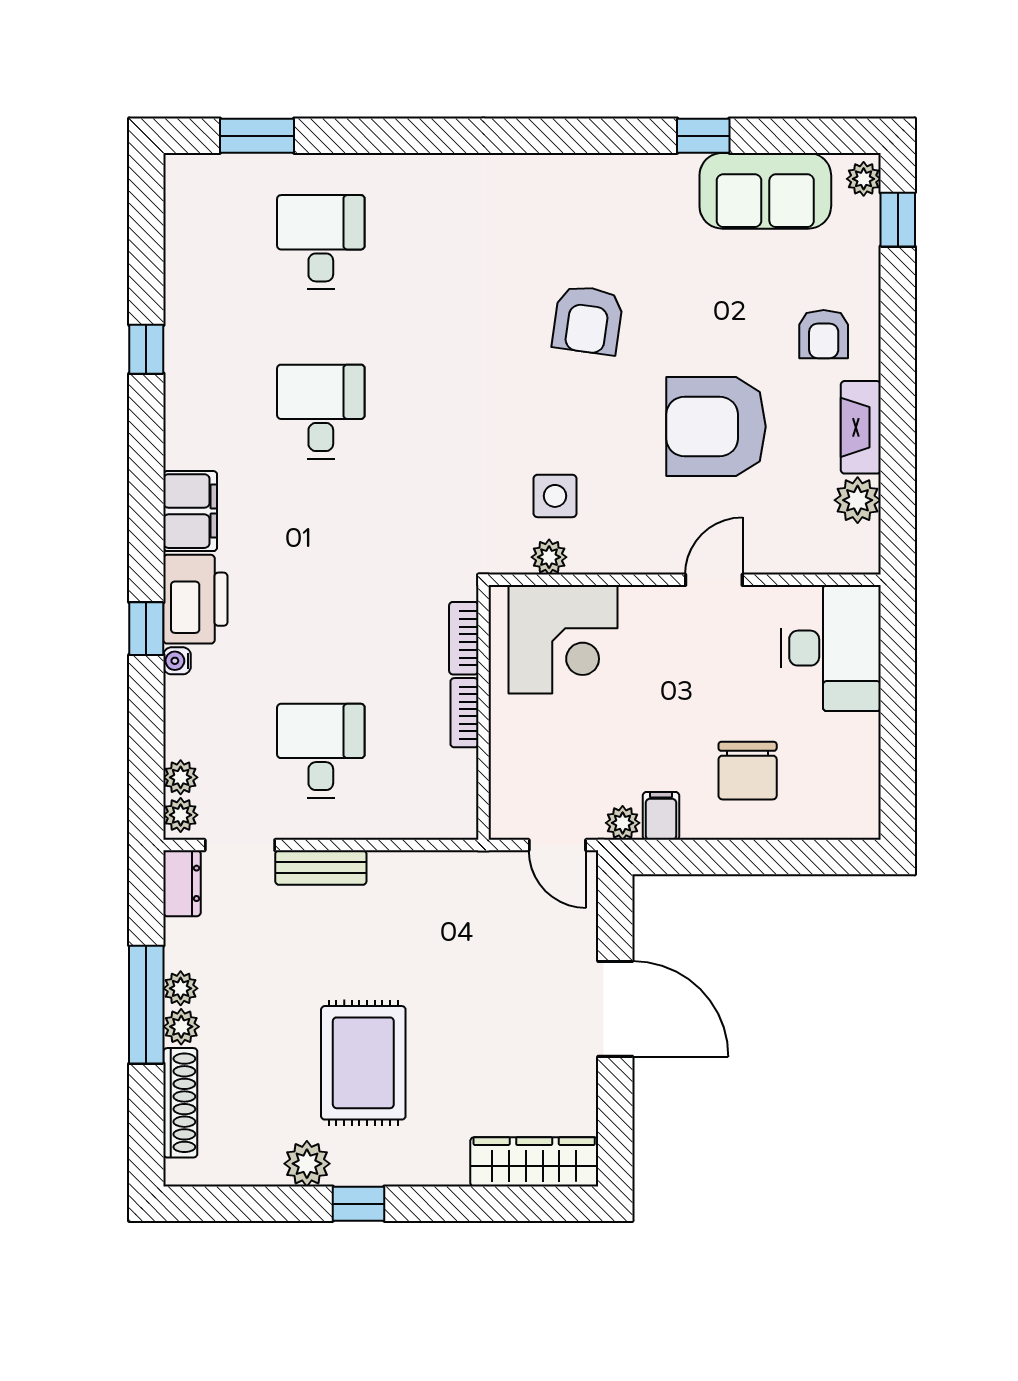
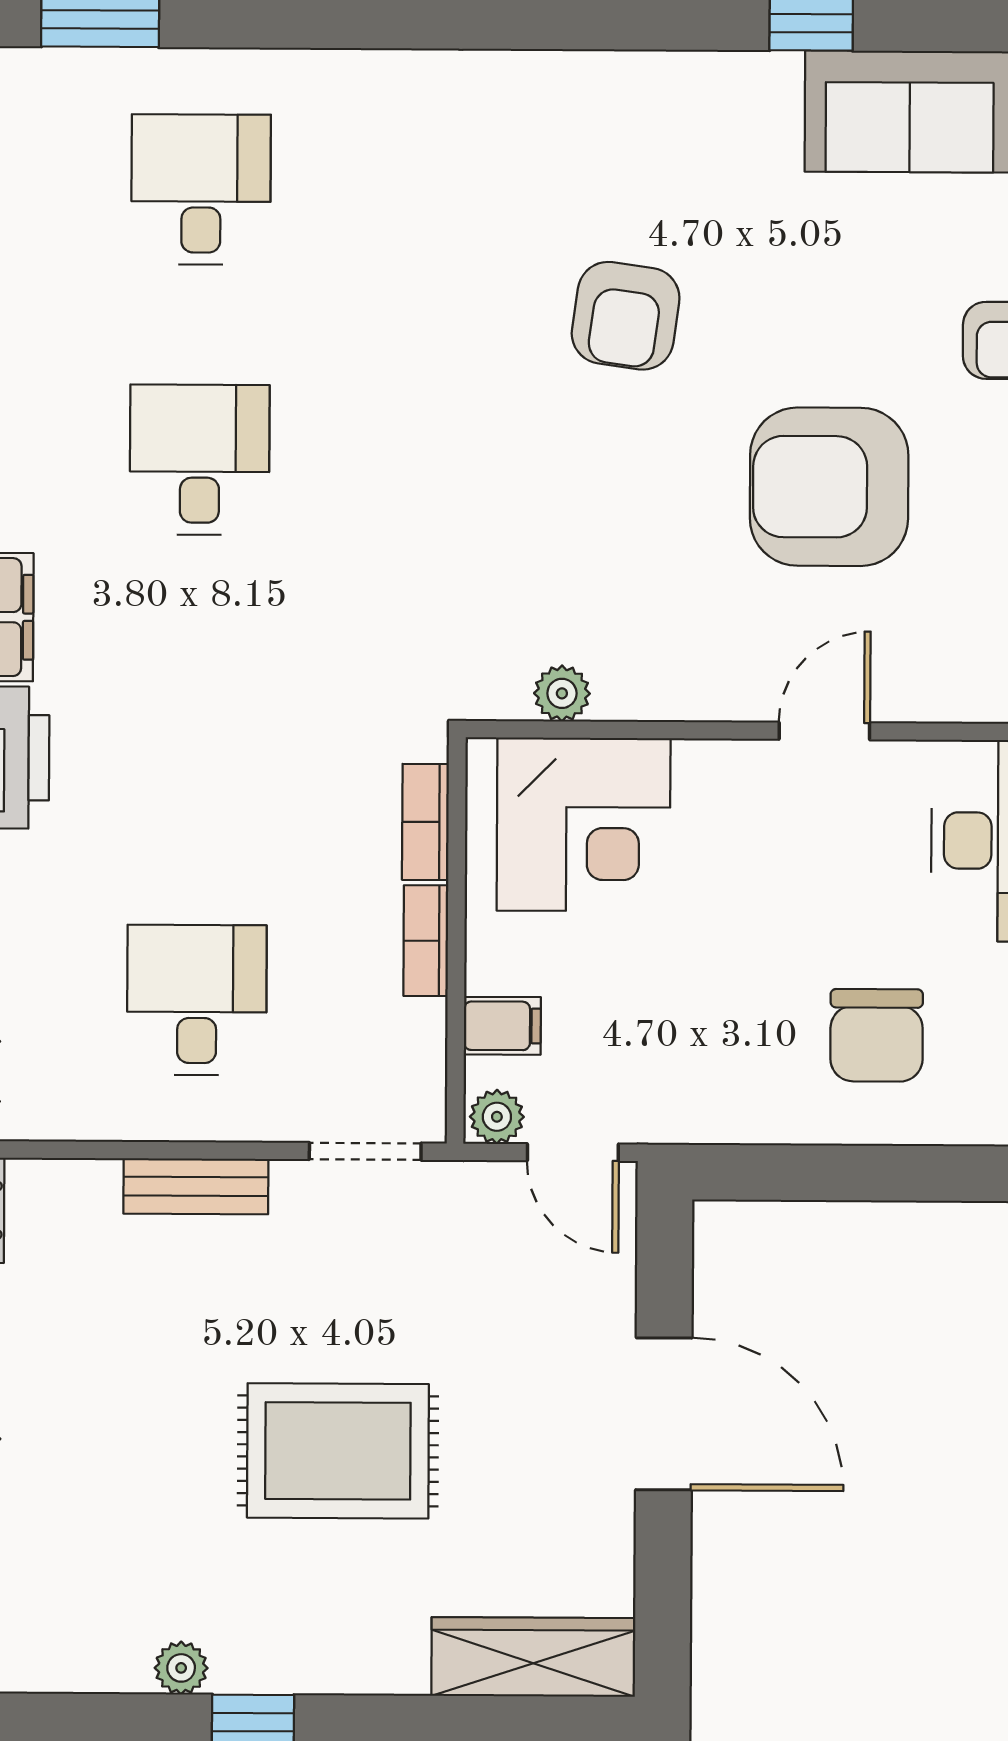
side table: (555, 496) -> (572, 596), removed
filing cabinet: (661, 816) -> (502, 1026), moved, turned 90
plant: (623, 823) -> (497, 1117), moved
doorway: (240, 845) -> (365, 1151), moved
rug: (363, 1063) -> (338, 1451), moved, turned 90
plant: (307, 1164) -> (181, 1668), width x0.73, depth x0.73

